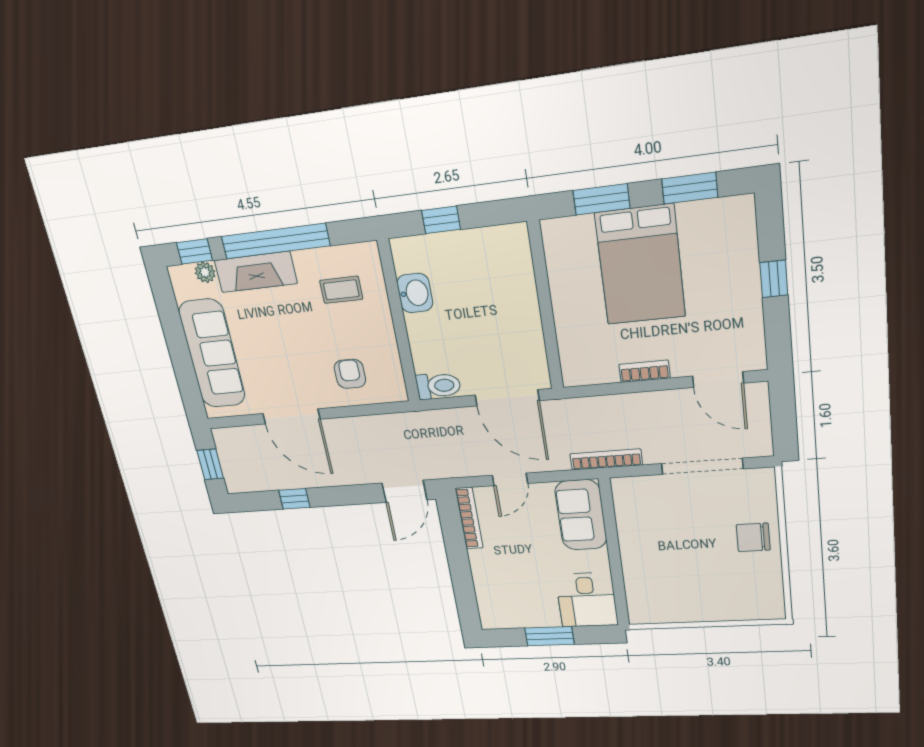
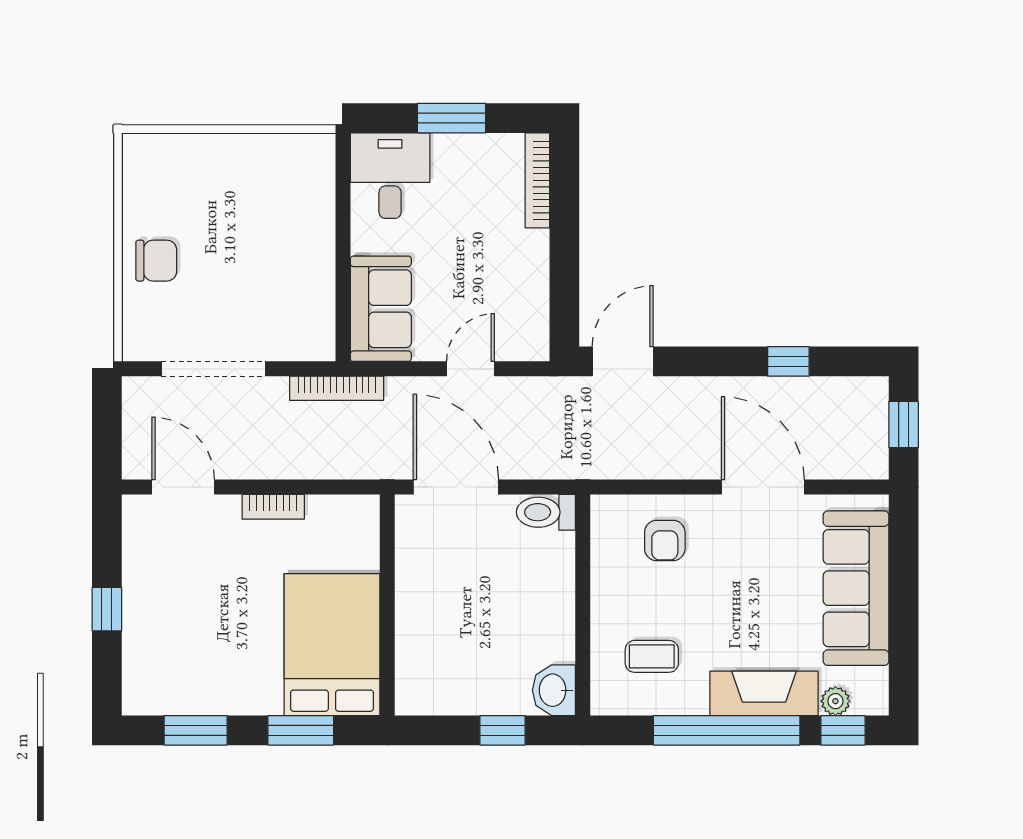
bed: (640, 265) -> (332, 645), moved
washbasin: (415, 293) -> (554, 690), moved
bookcase: (469, 518) -> (537, 180), moved

